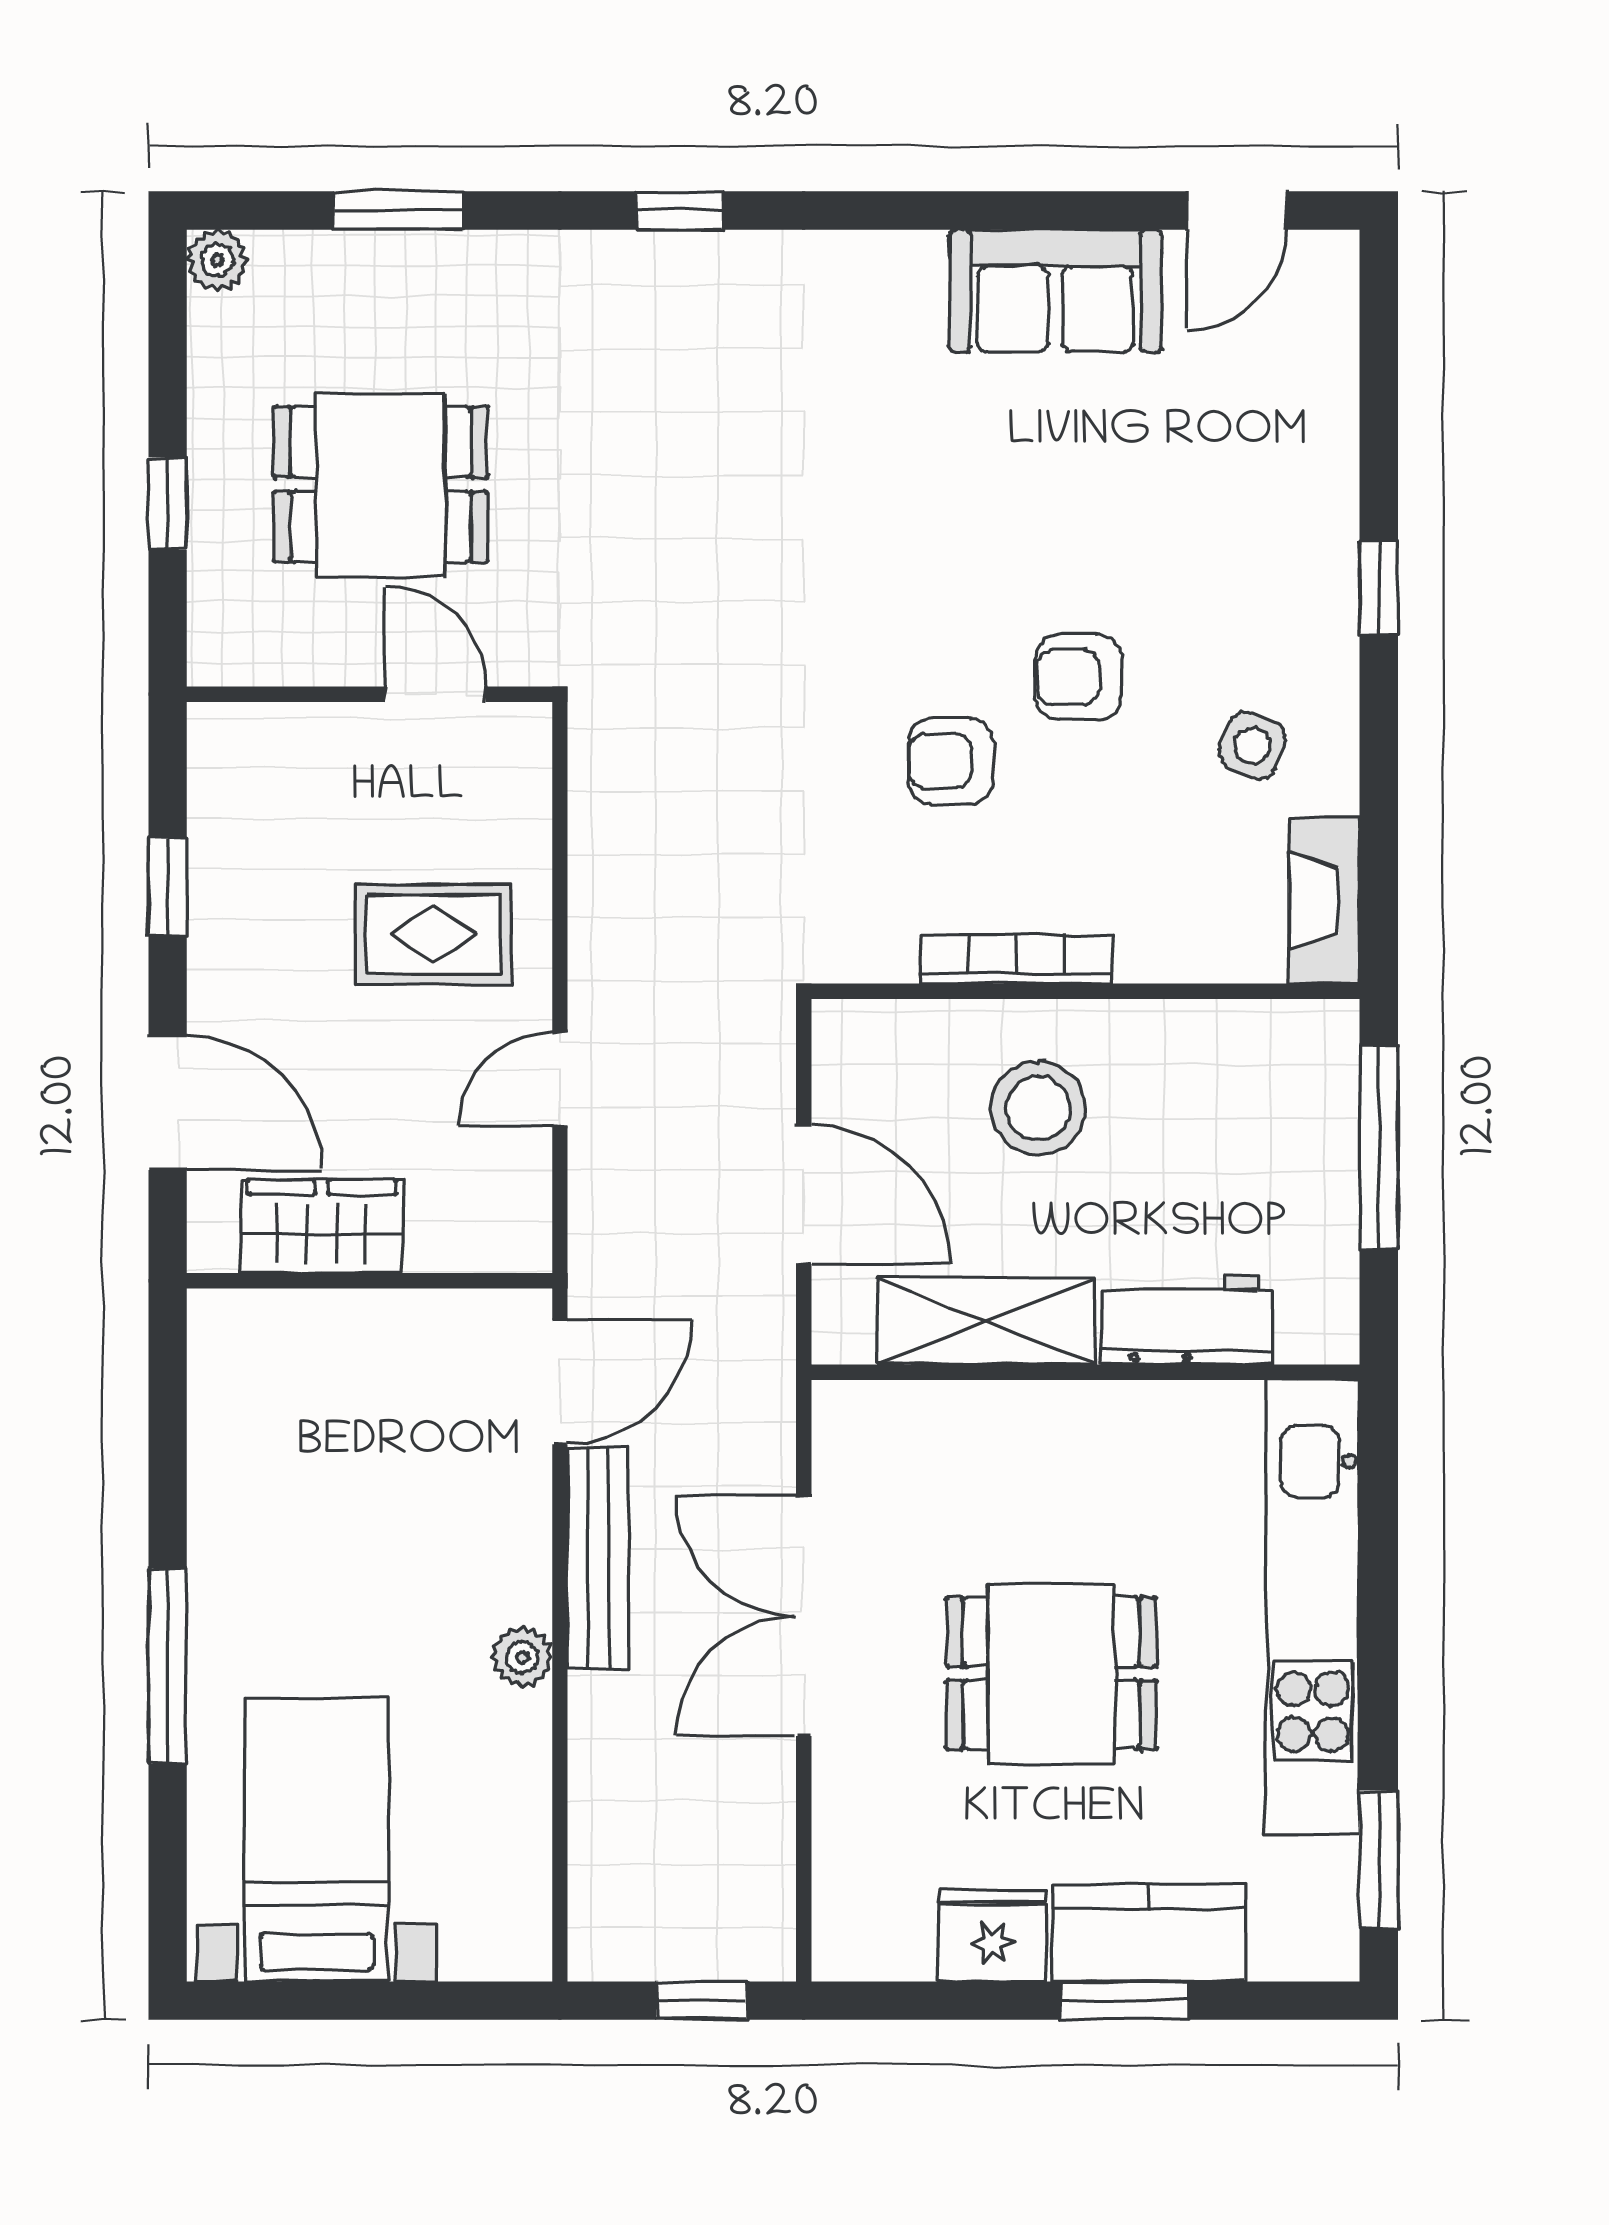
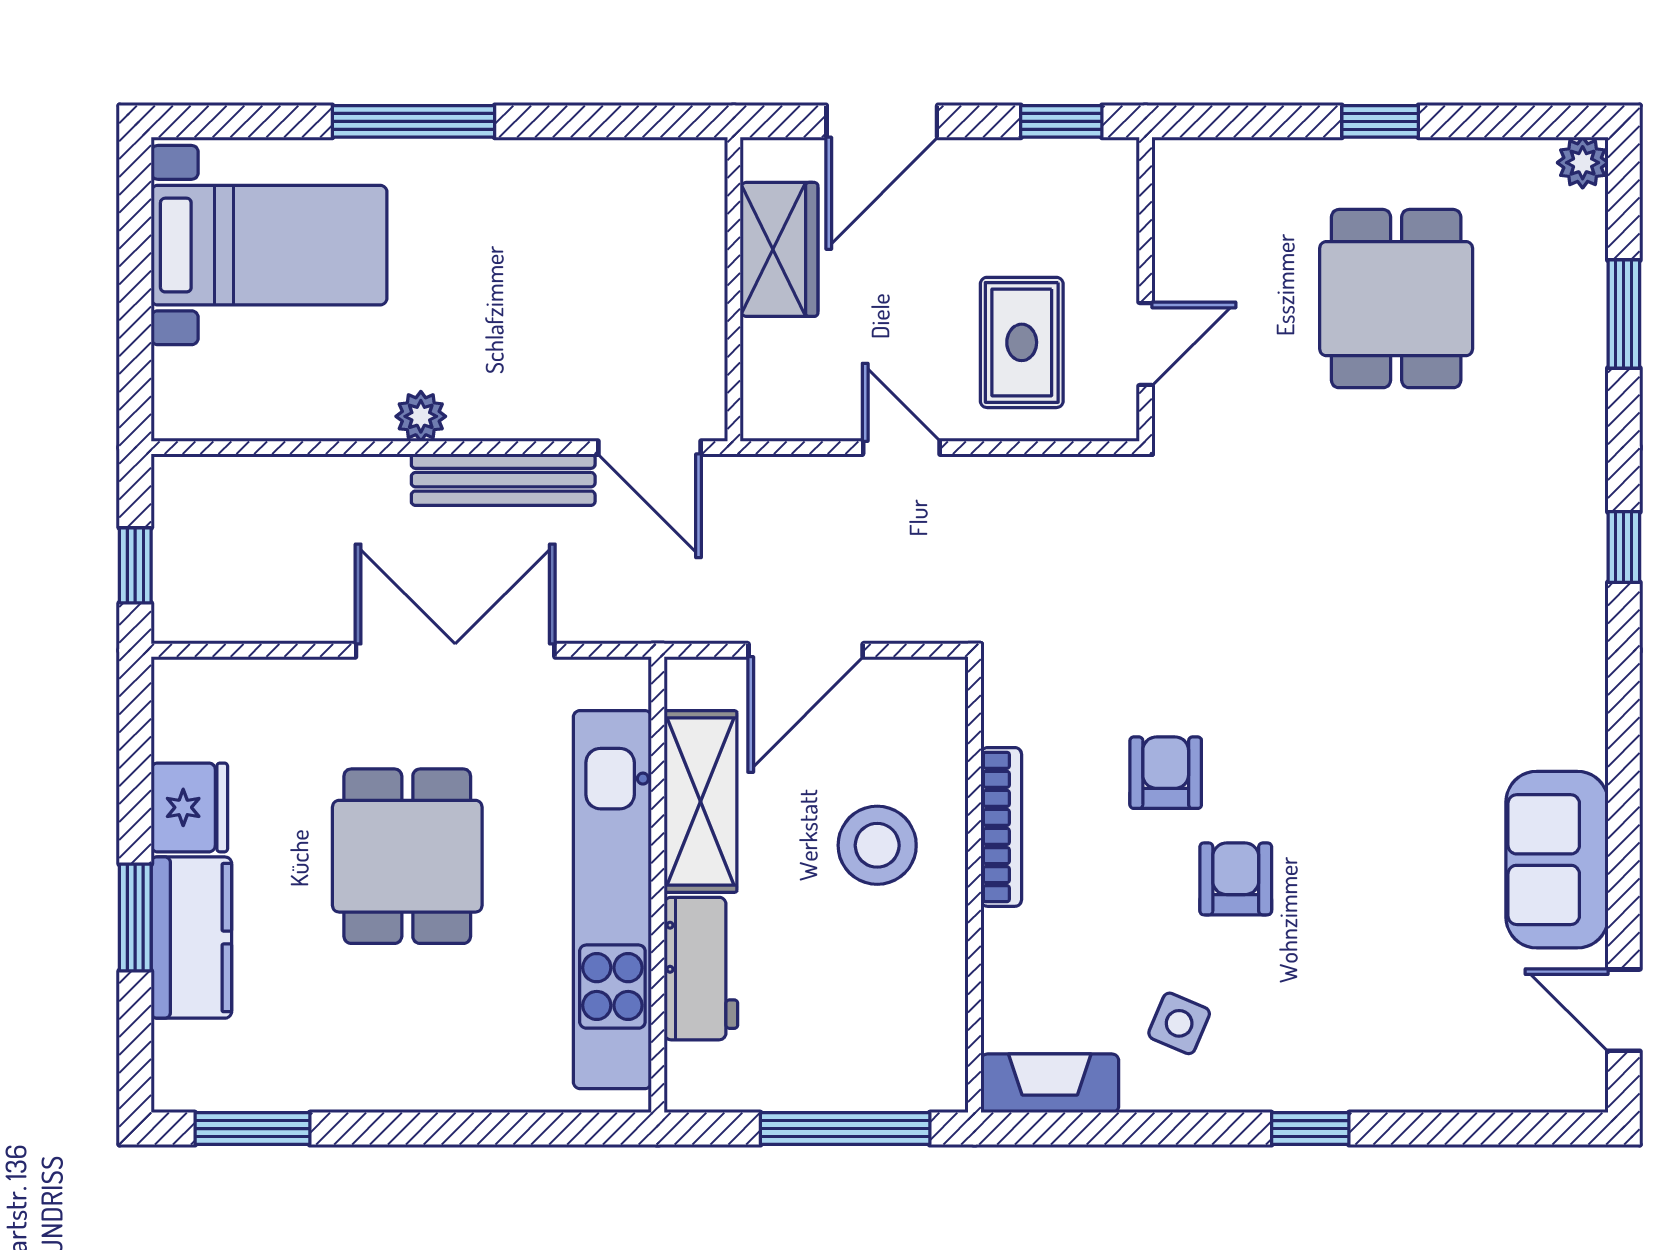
wall: (369, 694) -> (1146, 289), moved
door: (435, 694) -> (1146, 344), moved
kitchen unit: (1313, 1607) -> (612, 900), moved, turned -90

